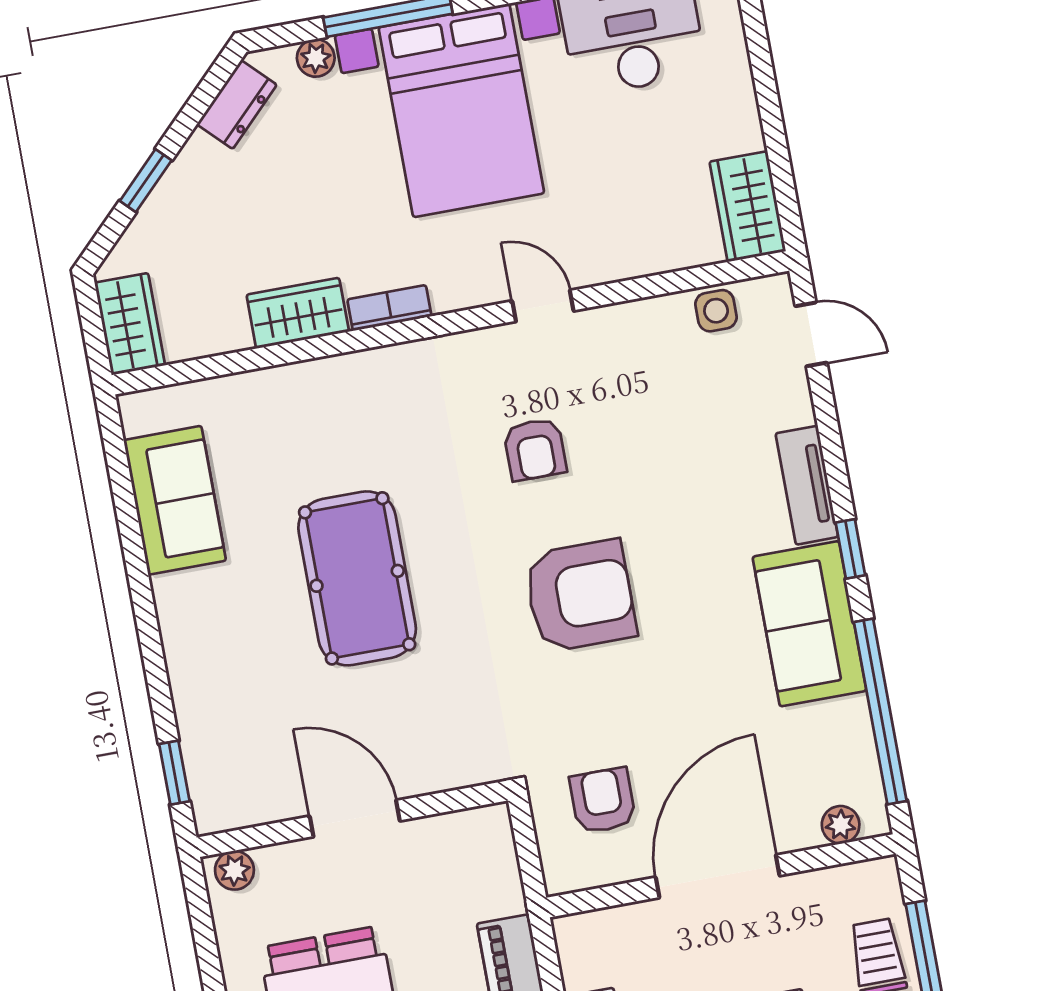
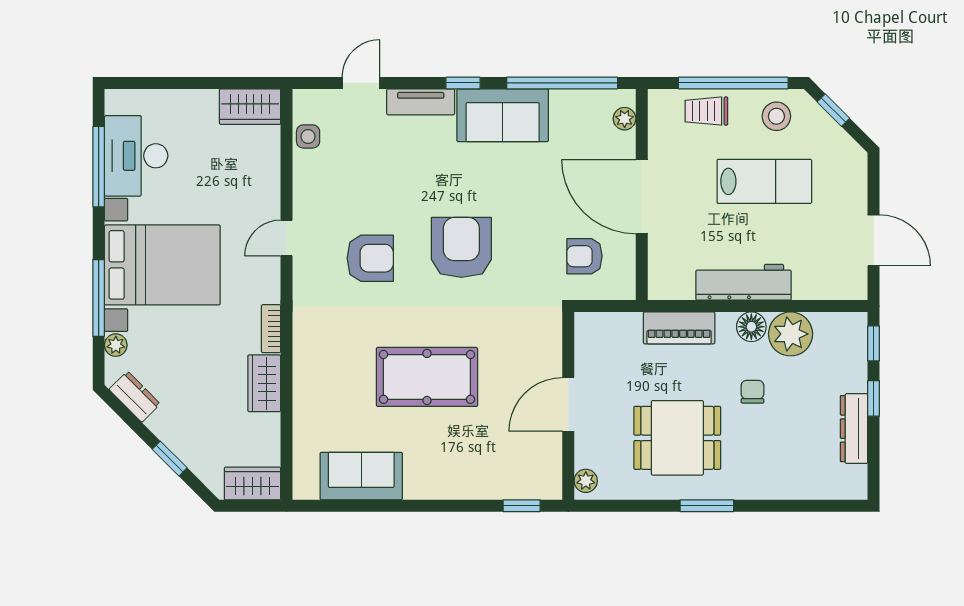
door: (811, 334) -> (361, 83), moved
armchair: (535, 449) -> (370, 258), width x1.38, depth x1.38

